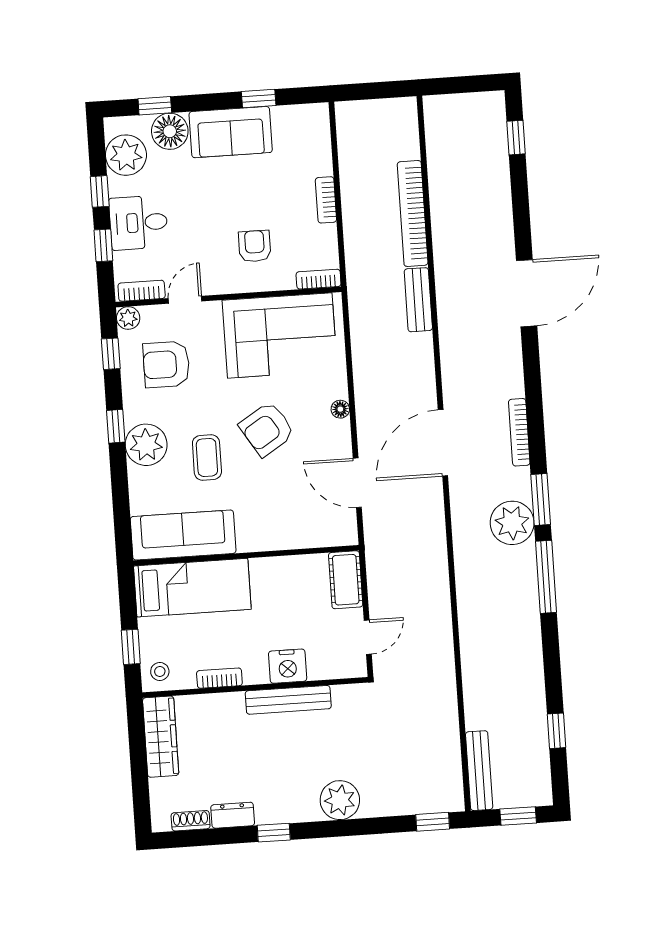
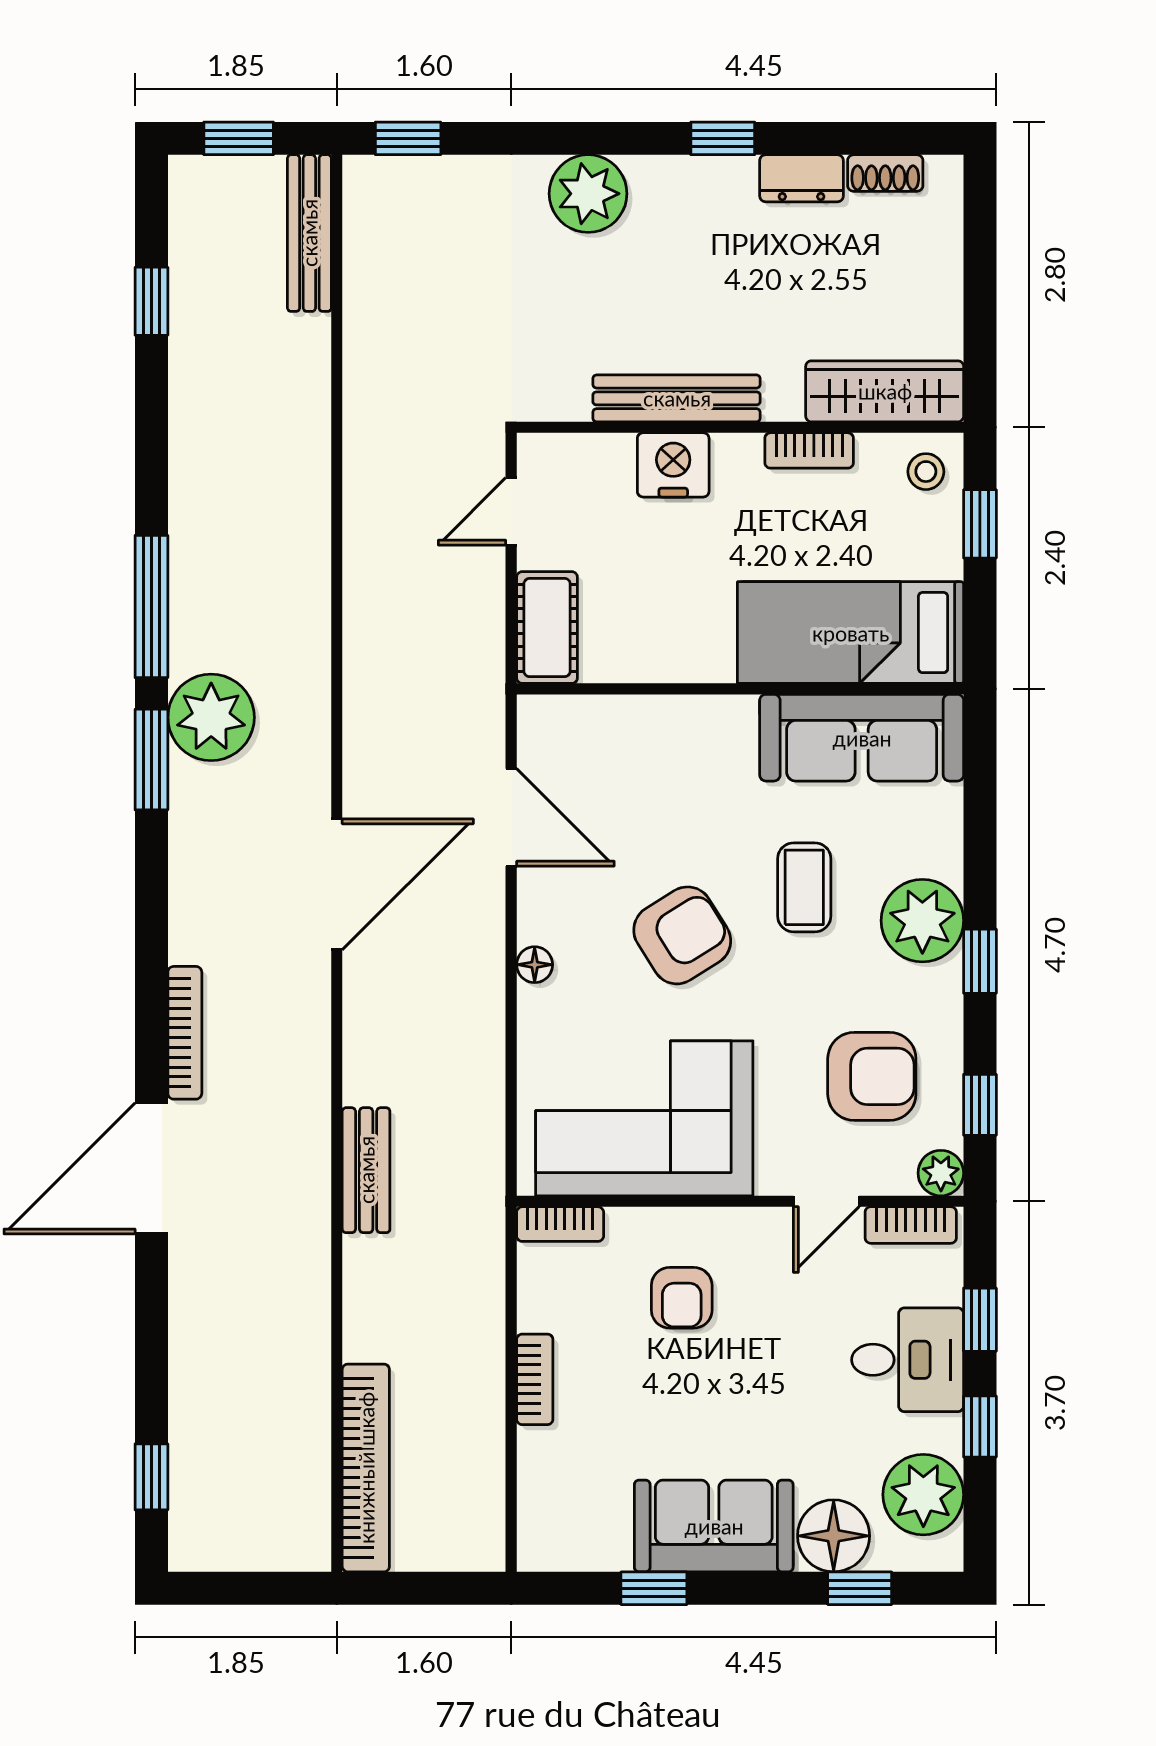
bookcase: (413, 213) -> (366, 1468), moved
bookcase: (519, 432) -> (185, 1033), moved
wardrobe: (161, 737) -> (885, 391), moved, turned 90

